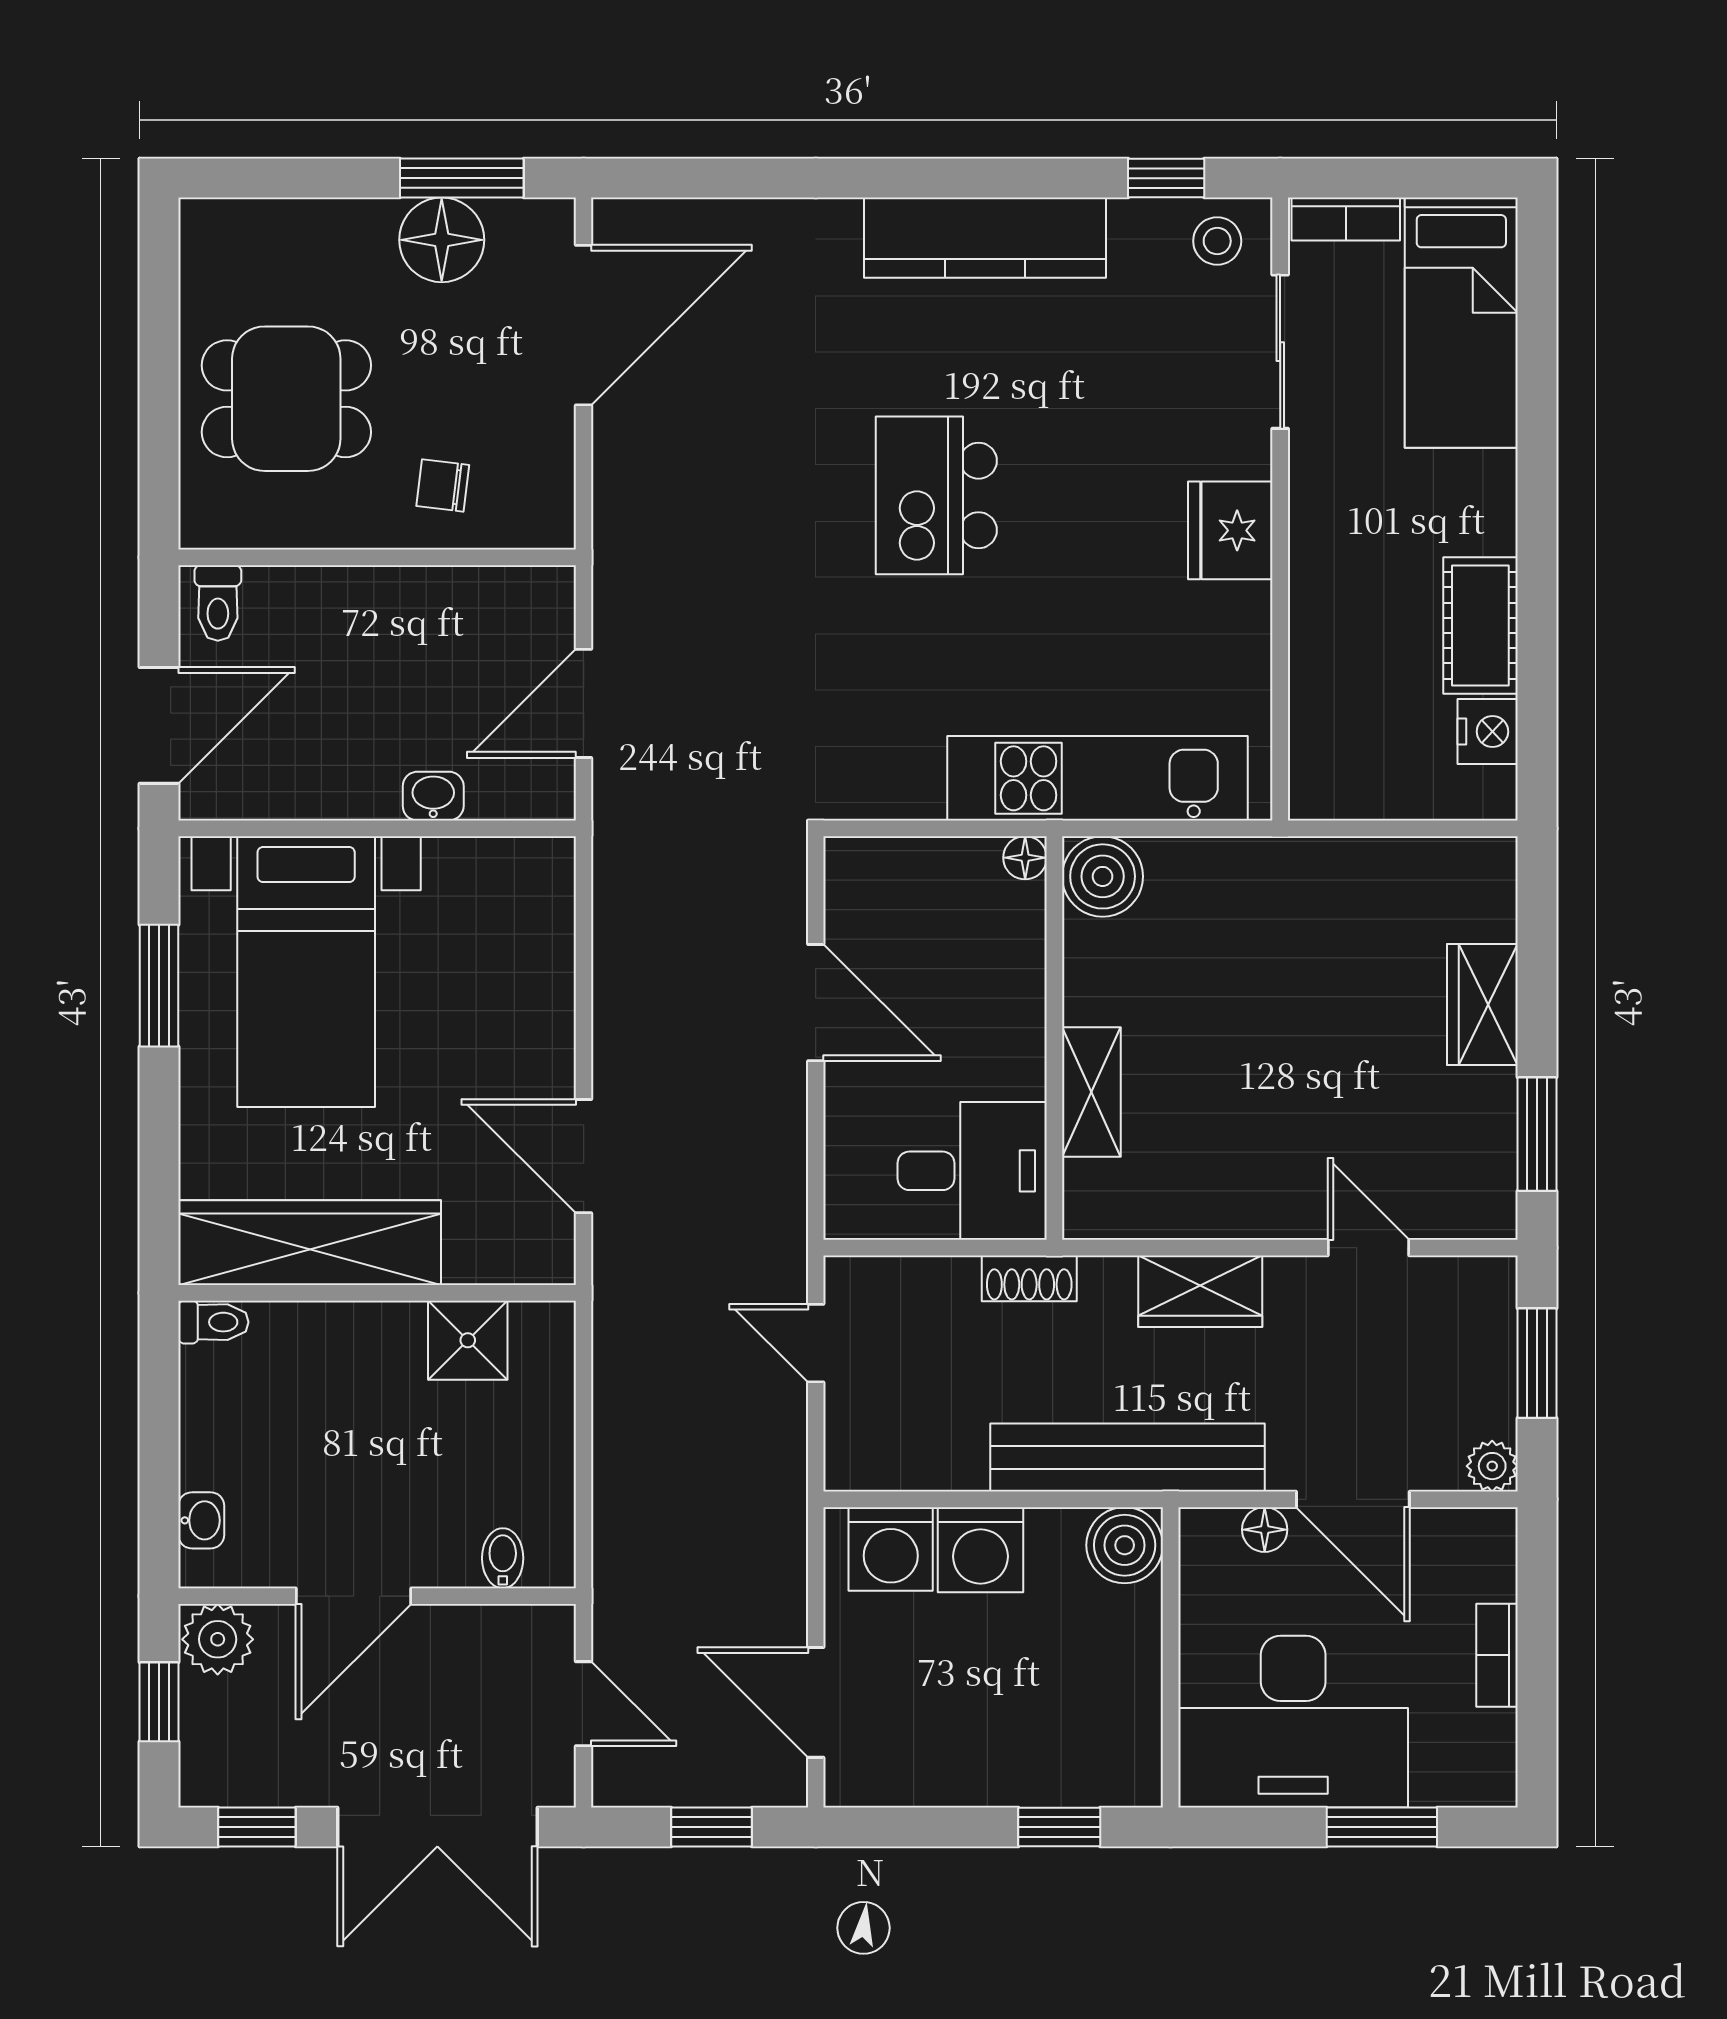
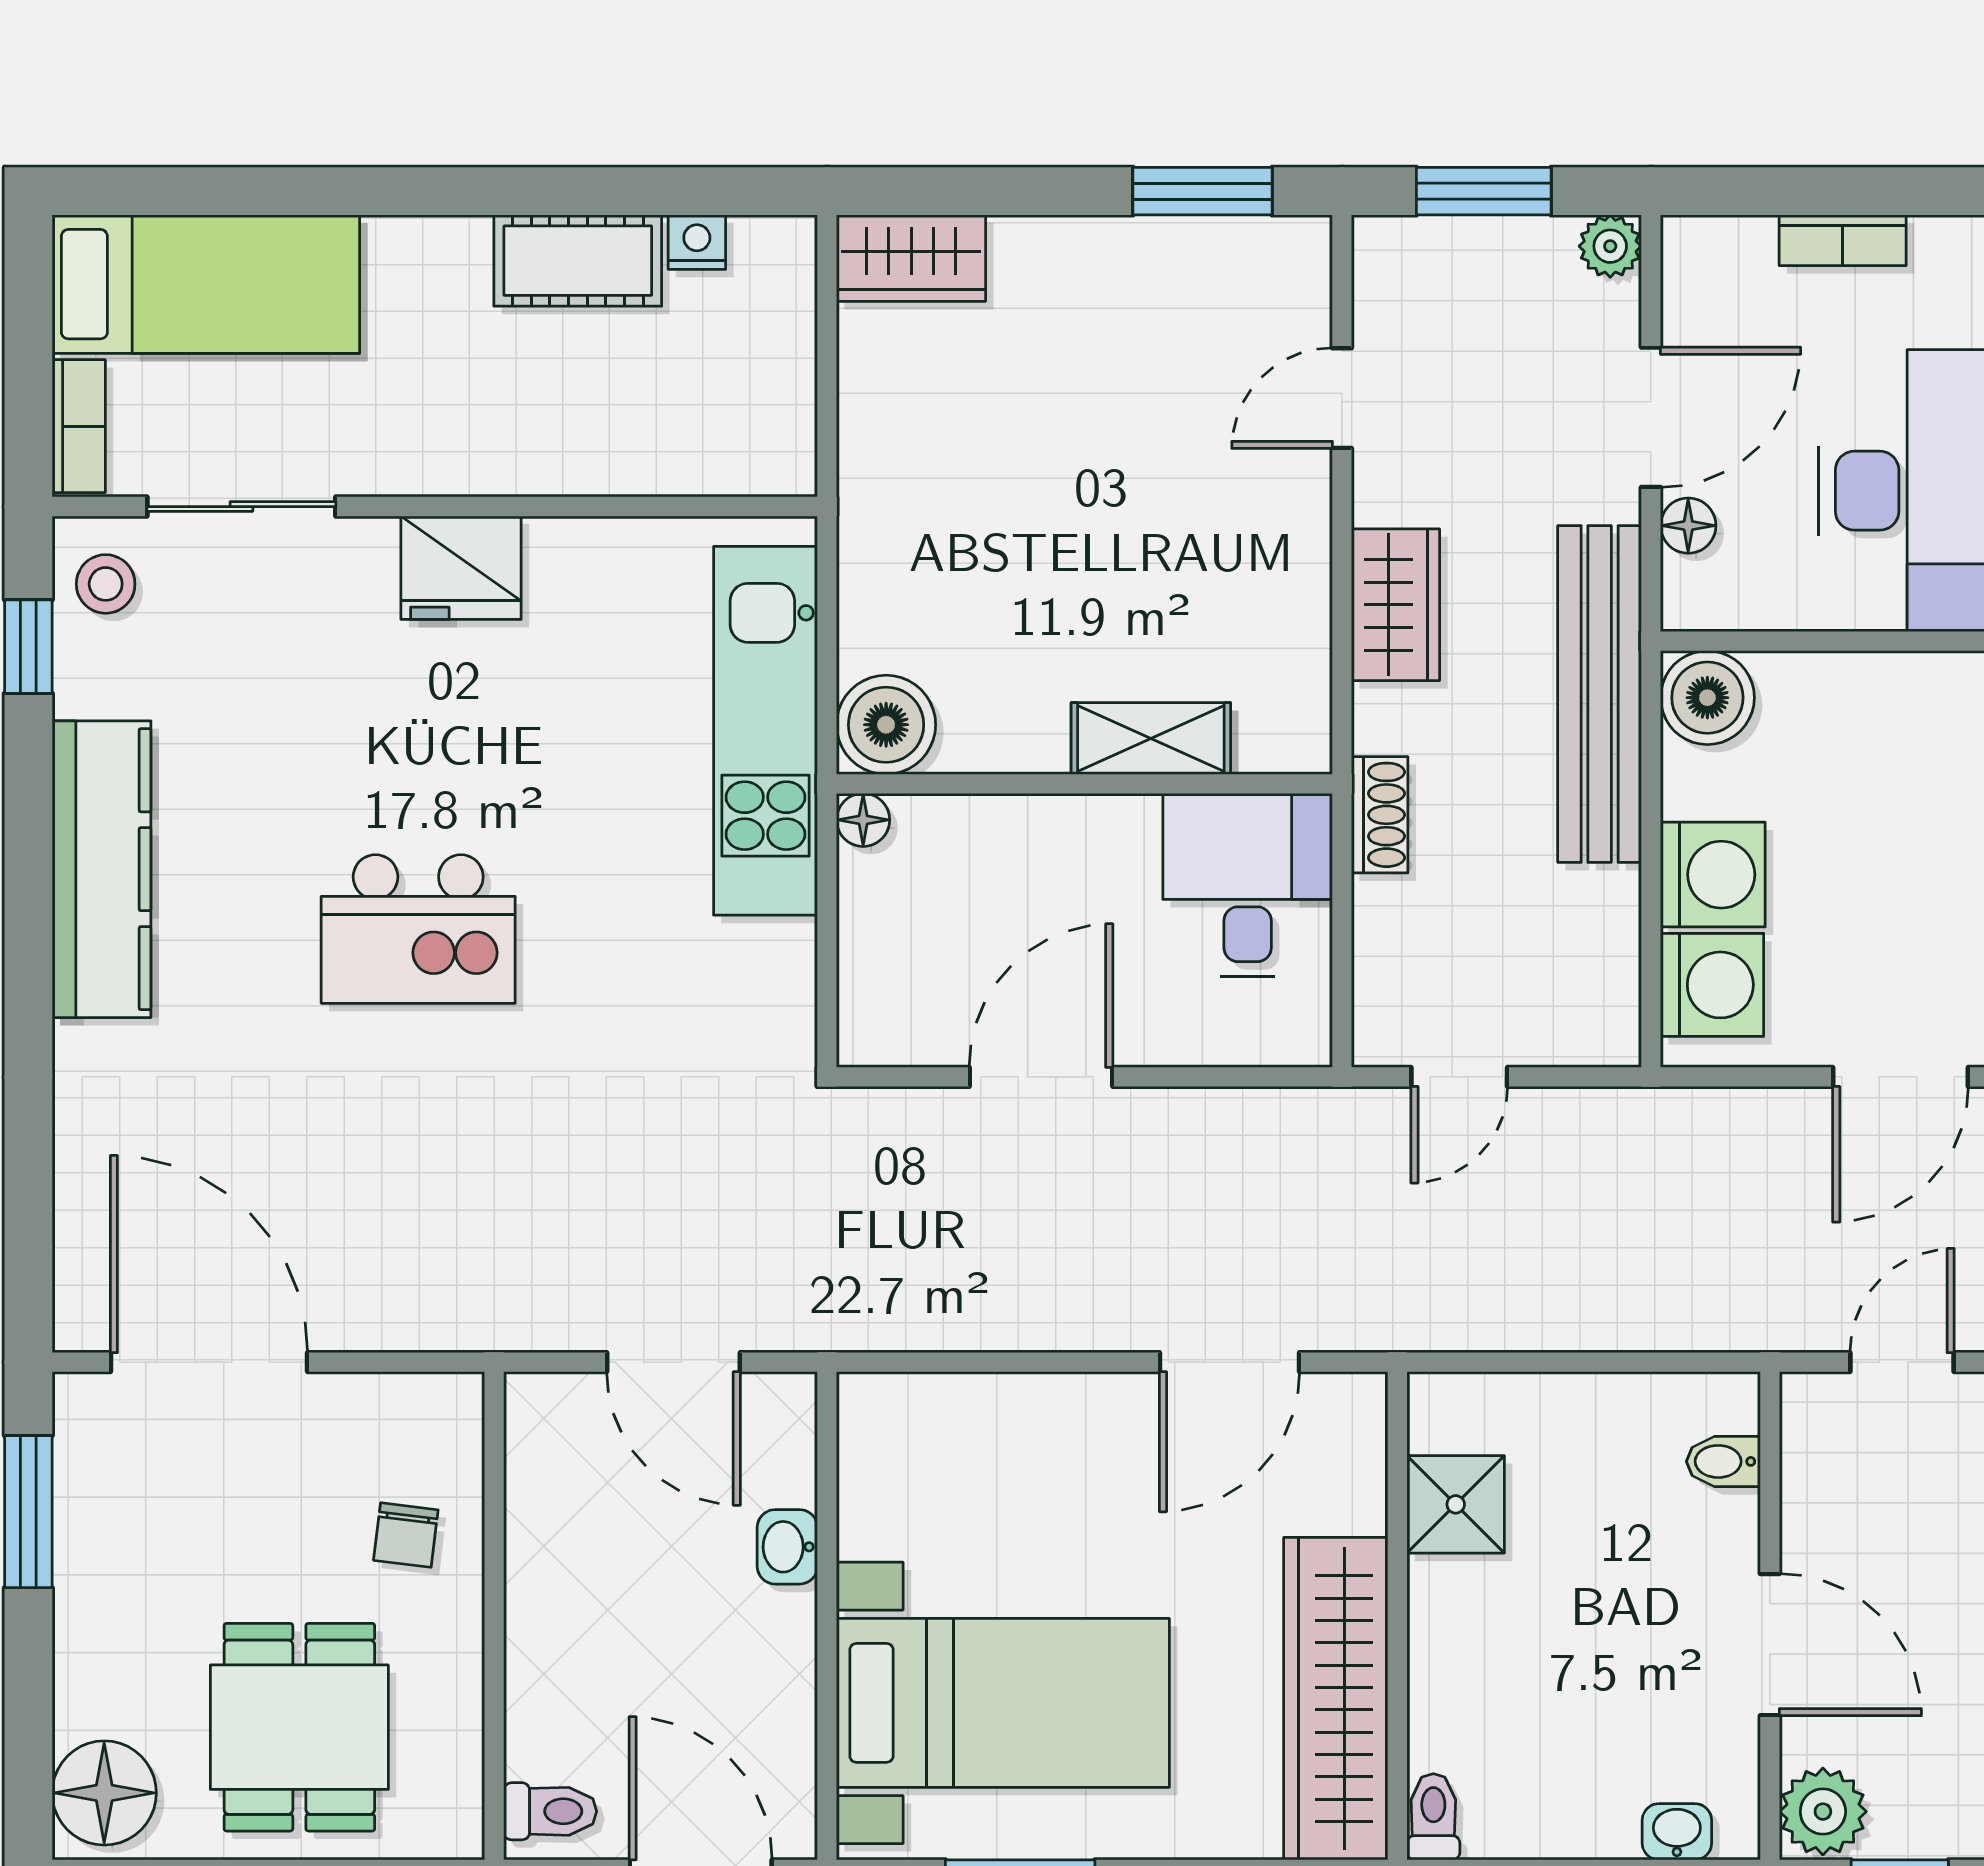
floor lamp: (442, 240) -> (104, 1793), moved
nightstand: (1488, 732) -> (697, 242), width x0.72, depth x0.74
wardrobe: (1482, 1005) -> (911, 258), moved

